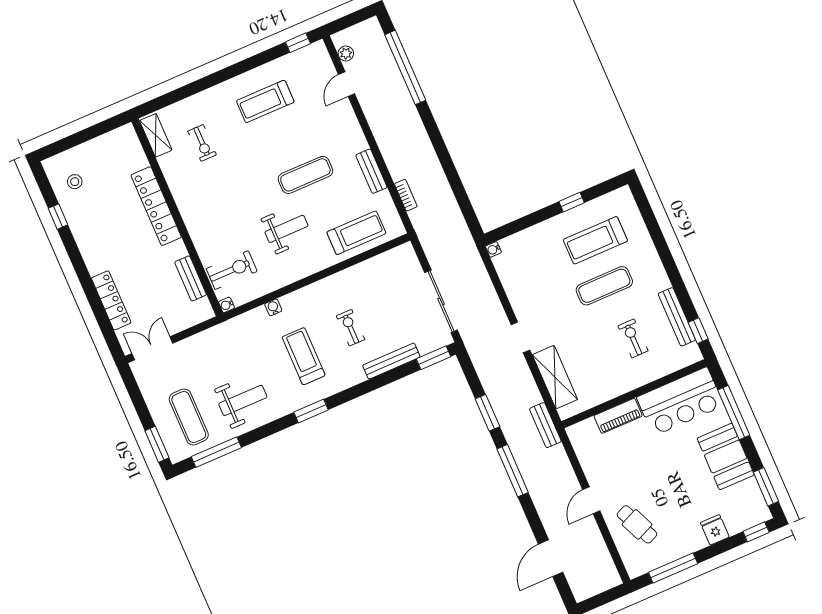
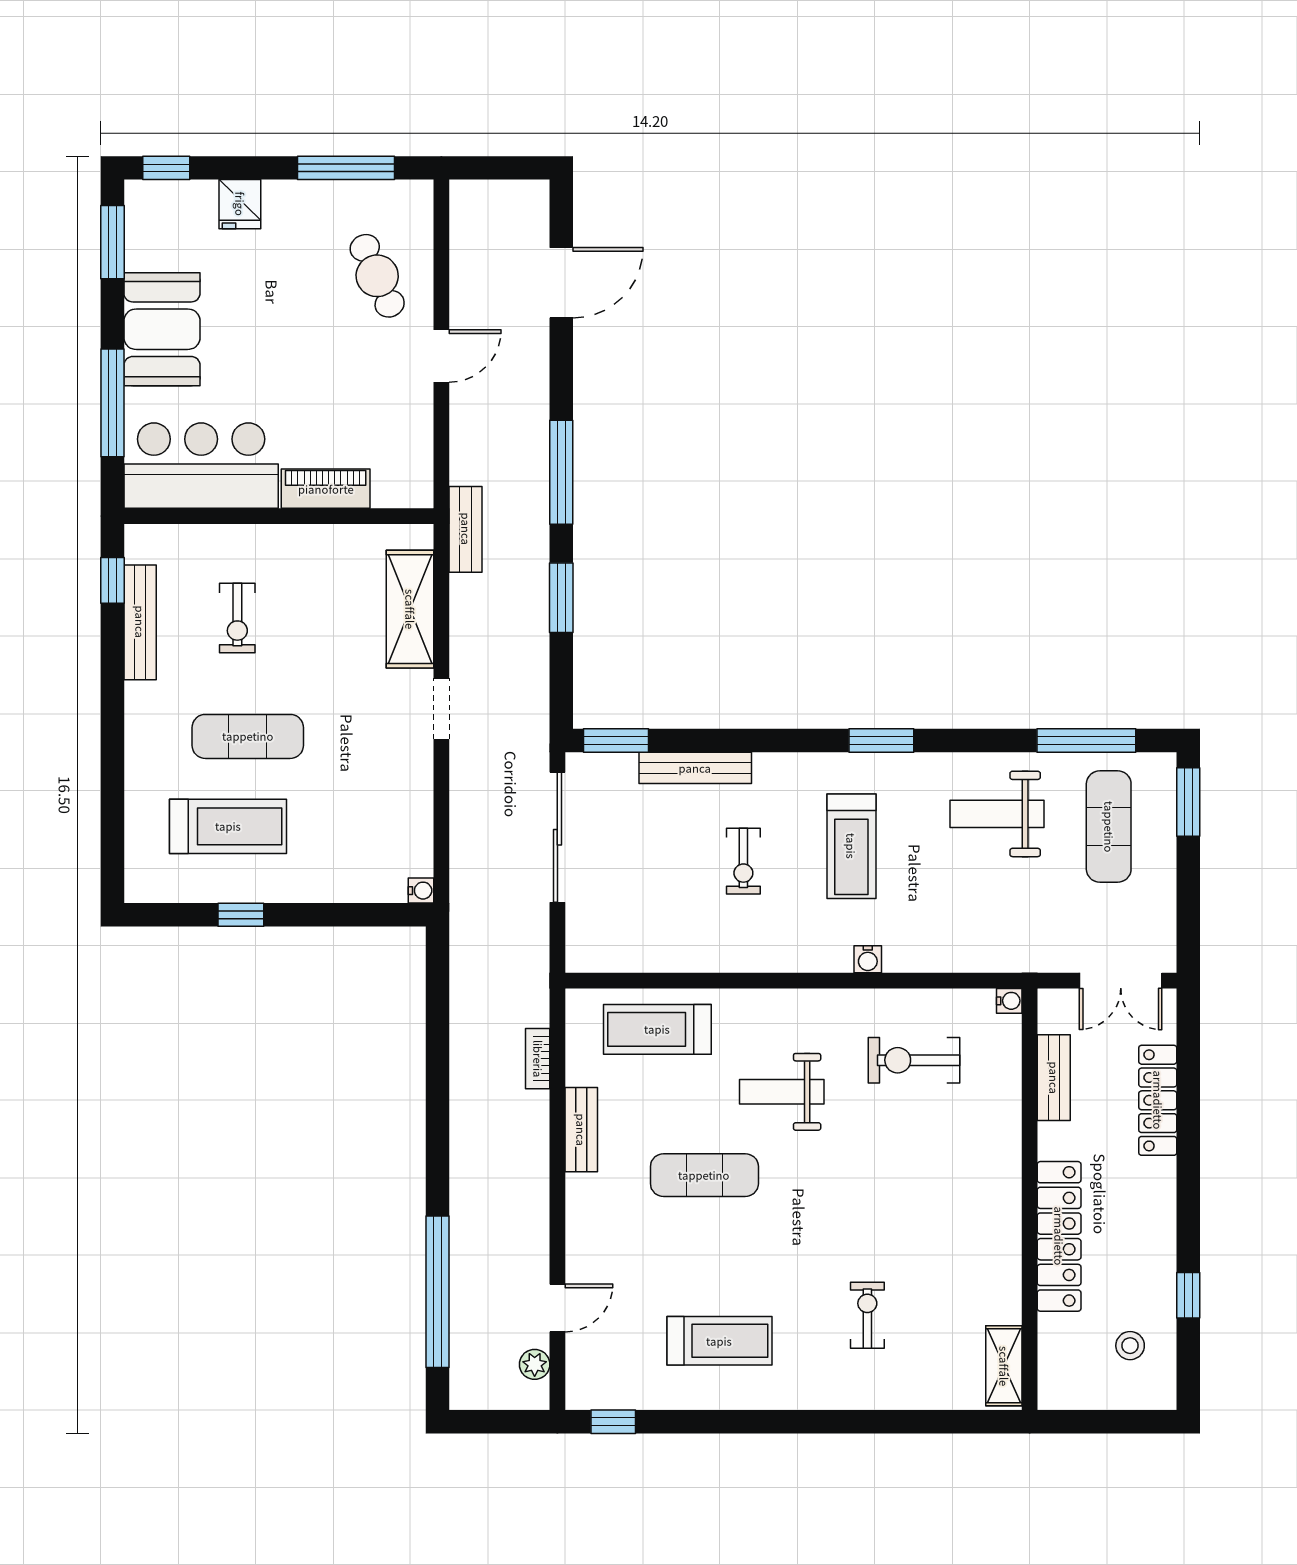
shelving: (156, 135) -> (1004, 1366), moved
locker: (156, 206) -> (1059, 1236), moved
wall: (177, 217) -> (1030, 1199), moved
bench: (191, 278) -> (1054, 1078), moved
water cooler: (226, 305) -> (1009, 1001), moved

